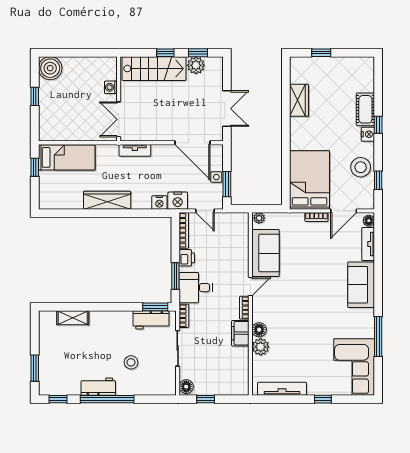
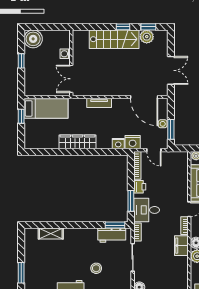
washing machine: (111, 87) -> (65, 54), moved
wall: (119, 99) -> (71, 63), moved
double door: (119, 119) -> (71, 79), moved

